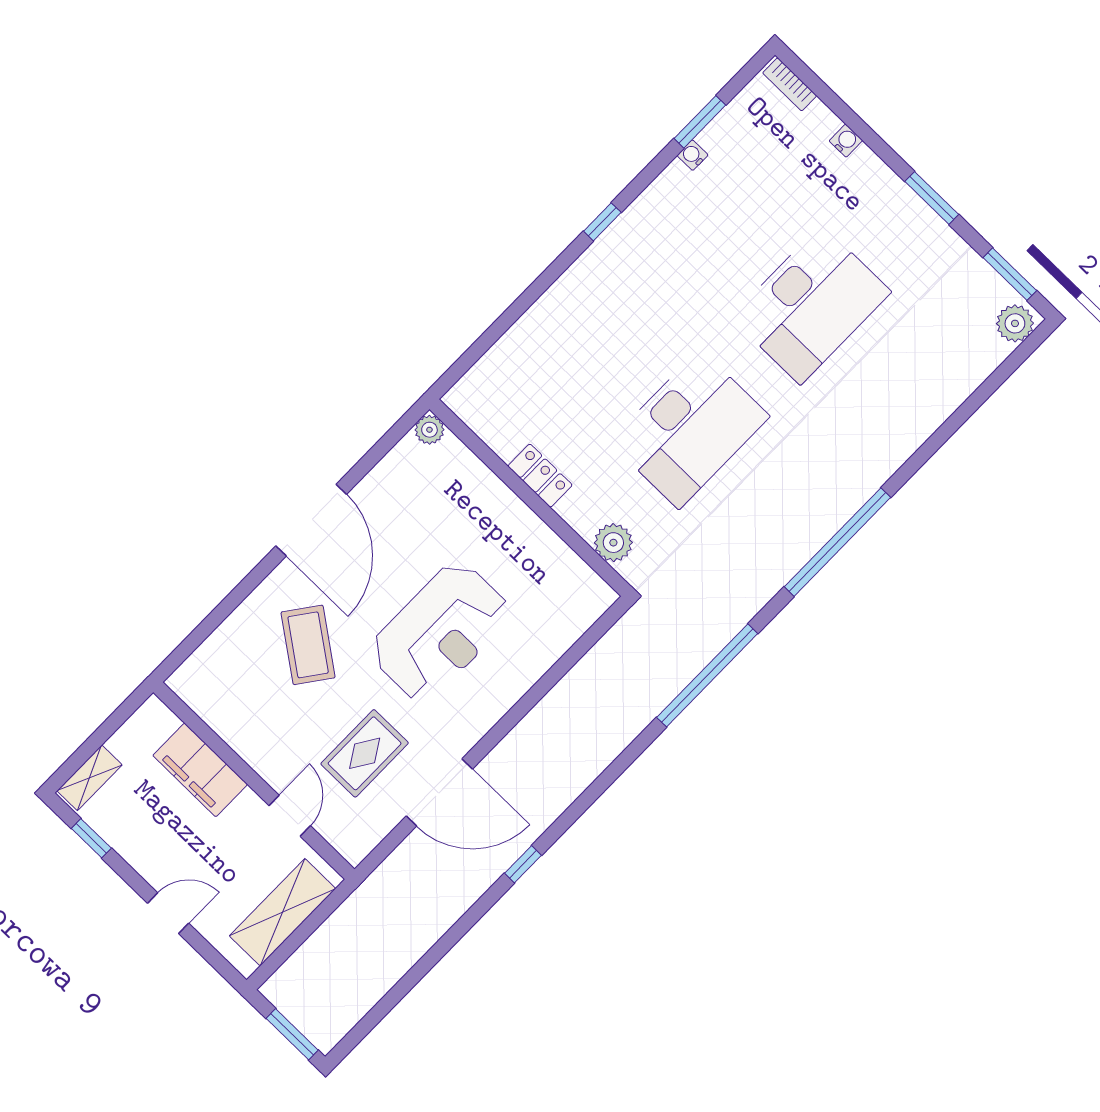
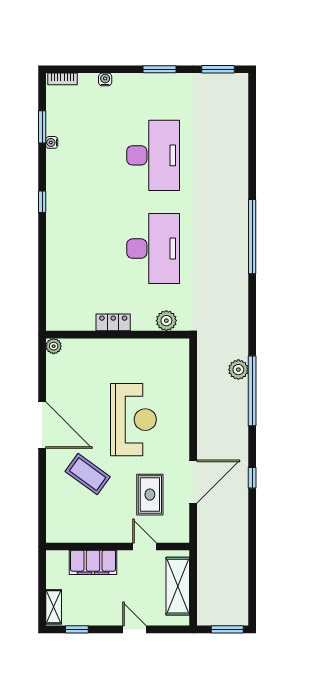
plant: (1015, 323) -> (238, 370), moved
window: (707, 675) -> (252, 391), moved
door: (168, 913) -> (134, 629), hinge flipped

